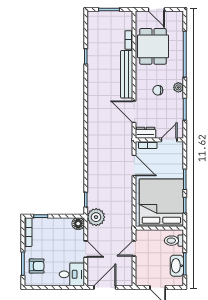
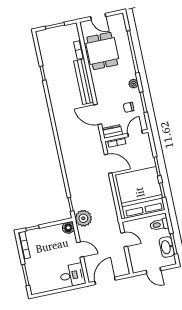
chair: (158, 90) -> (129, 107), moved
door: (134, 249) -> (124, 240), swing flipped
armchair: (37, 266) -> (39, 275), removed

